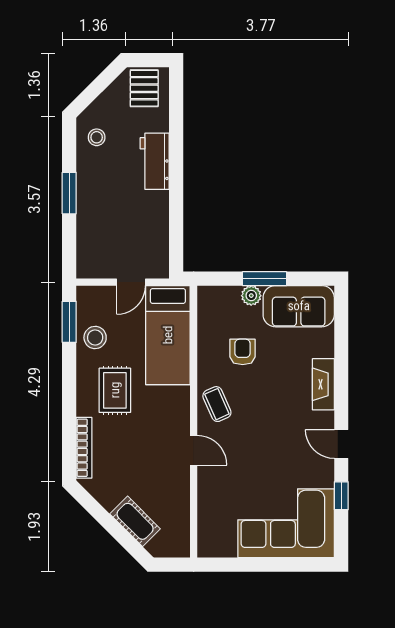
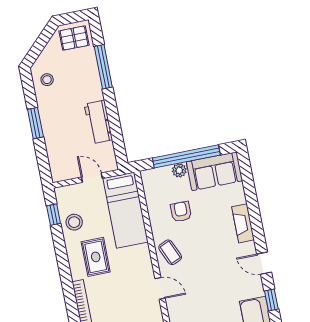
pallet: (144, 88) -> (74, 38), turned 90
window: (176, 135) -> (103, 67), added
workbench: (155, 161) -> (98, 122), moved
window: (265, 279) -> (186, 156), width x2.11
door: (131, 282) -> (92, 178), swing flipped
window: (69, 322) -> (54, 215), width x0.67

